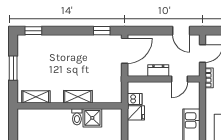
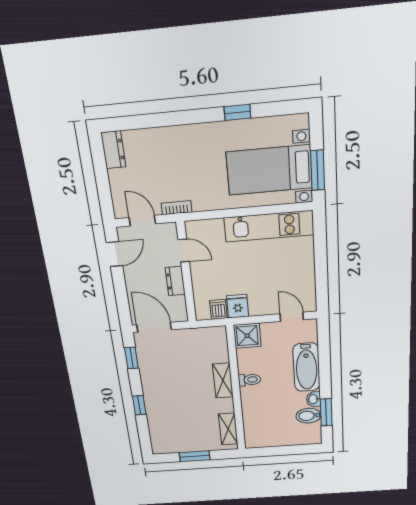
window: (33, 31) -> (139, 405), moved
shower: (92, 118) -> (247, 336), moved

